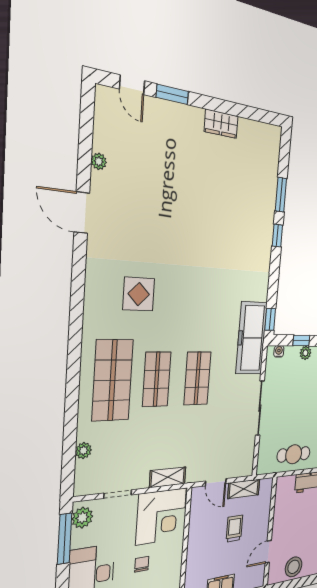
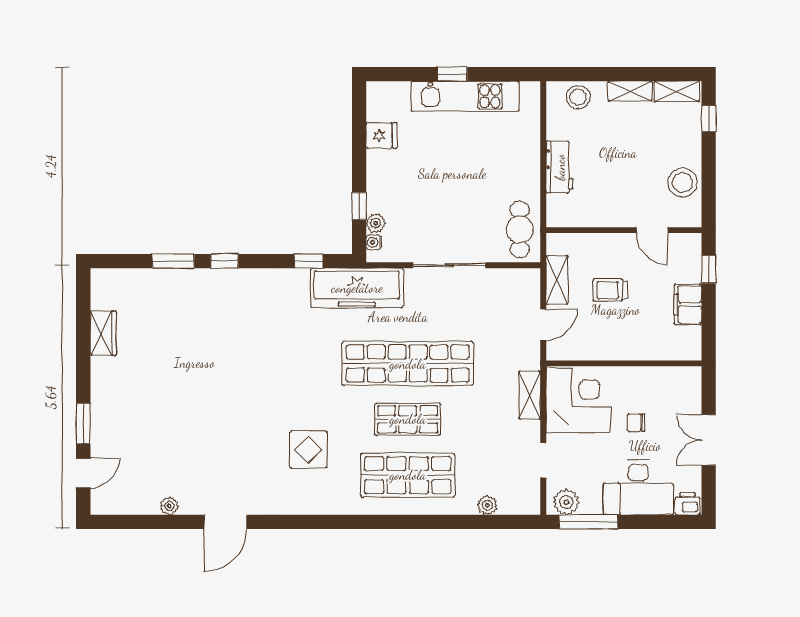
wardrobe: (221, 124) -> (103, 333), moved
window: (270, 319) -> (309, 261), moved
plant: (305, 353) -> (376, 223), moved
shop shelf: (197, 378) -> (408, 364), width x2.00, depth x1.36
cafe table: (294, 454) -> (520, 230), moved

